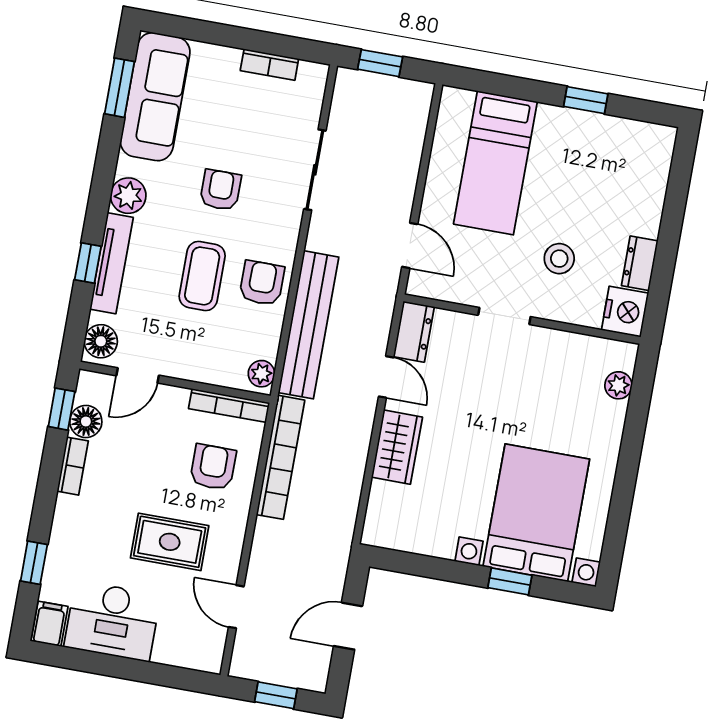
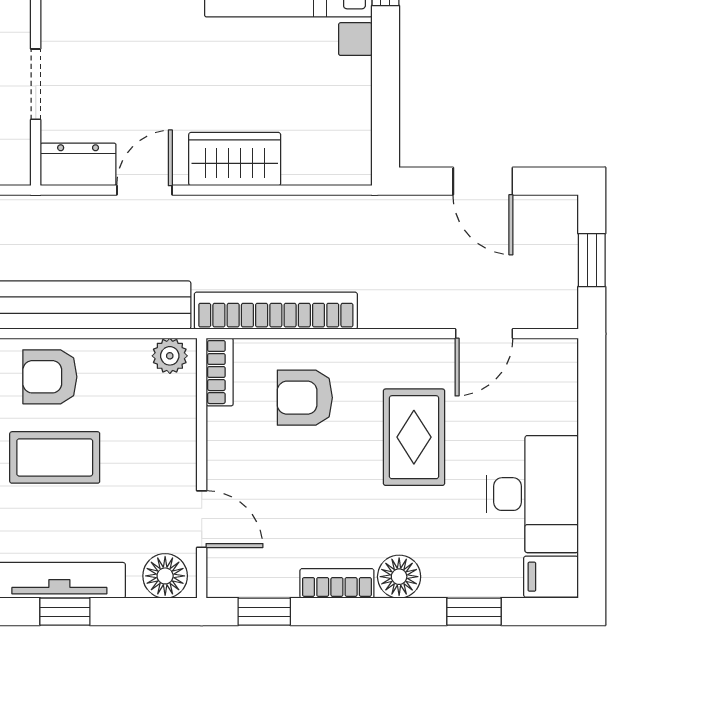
doorway: (504, 316) -> (36, 84), moved
bookcase: (229, 406) -> (220, 372), width x0.64
floor lamp: (86, 421) -> (399, 577), moved

